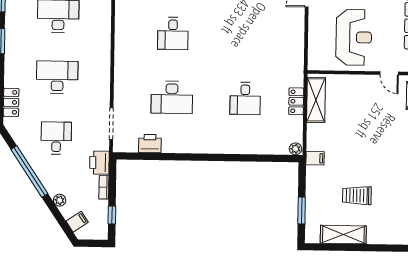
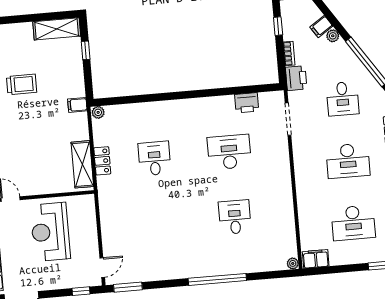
trolley: (357, 196) -> (22, 84), moved
window: (302, 210) -> (86, 50), width x0.67
filing cabinet: (77, 222) -> (321, 27), moved
shelving: (343, 235) -> (57, 29), moved

